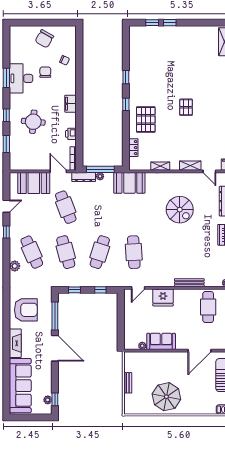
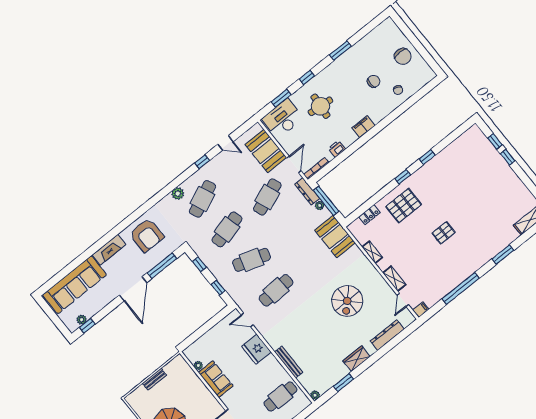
chair: (44, 39) -> (403, 56), turned -120
desk: (21, 78) -> (283, 119), moved

